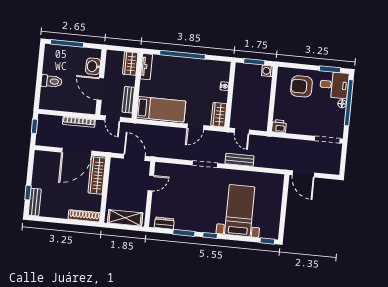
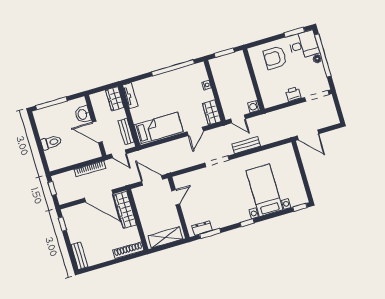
window: (183, 55) -> (173, 68), moved
washing machine: (267, 71) -> (254, 107), moved
printer: (279, 126) -> (293, 94), moved
door: (77, 152) -> (99, 196), hinge flipped
window: (28, 193) -> (62, 224), moved
window: (184, 233) -> (210, 234), moved

